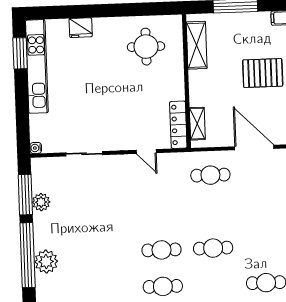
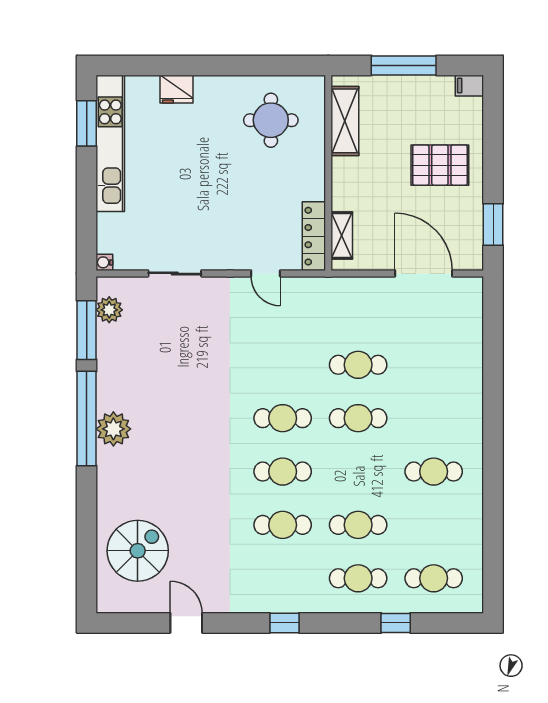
cafe table: (210, 175) -> (358, 365), moved
plant: (41, 202) -> (109, 310), moved

